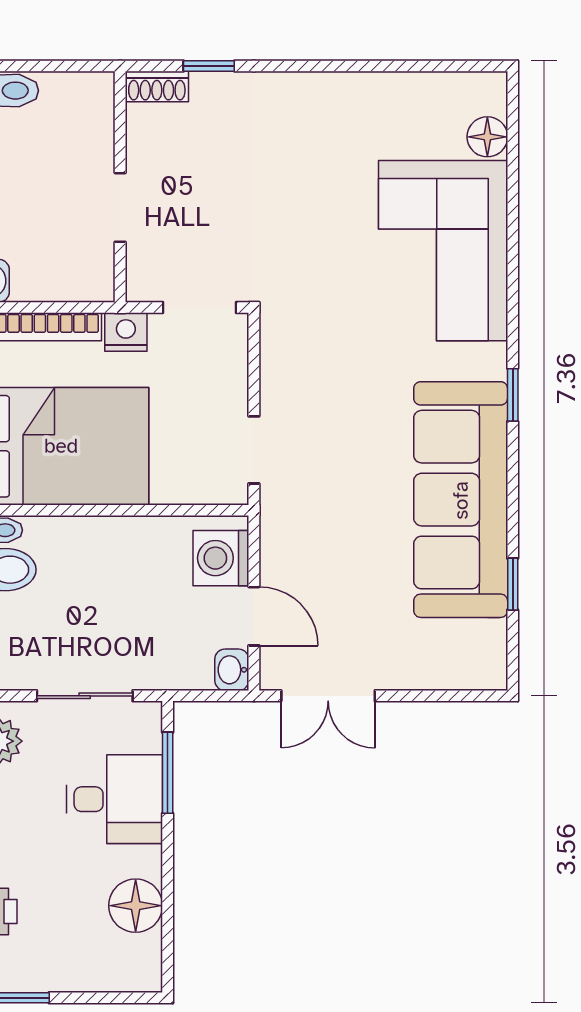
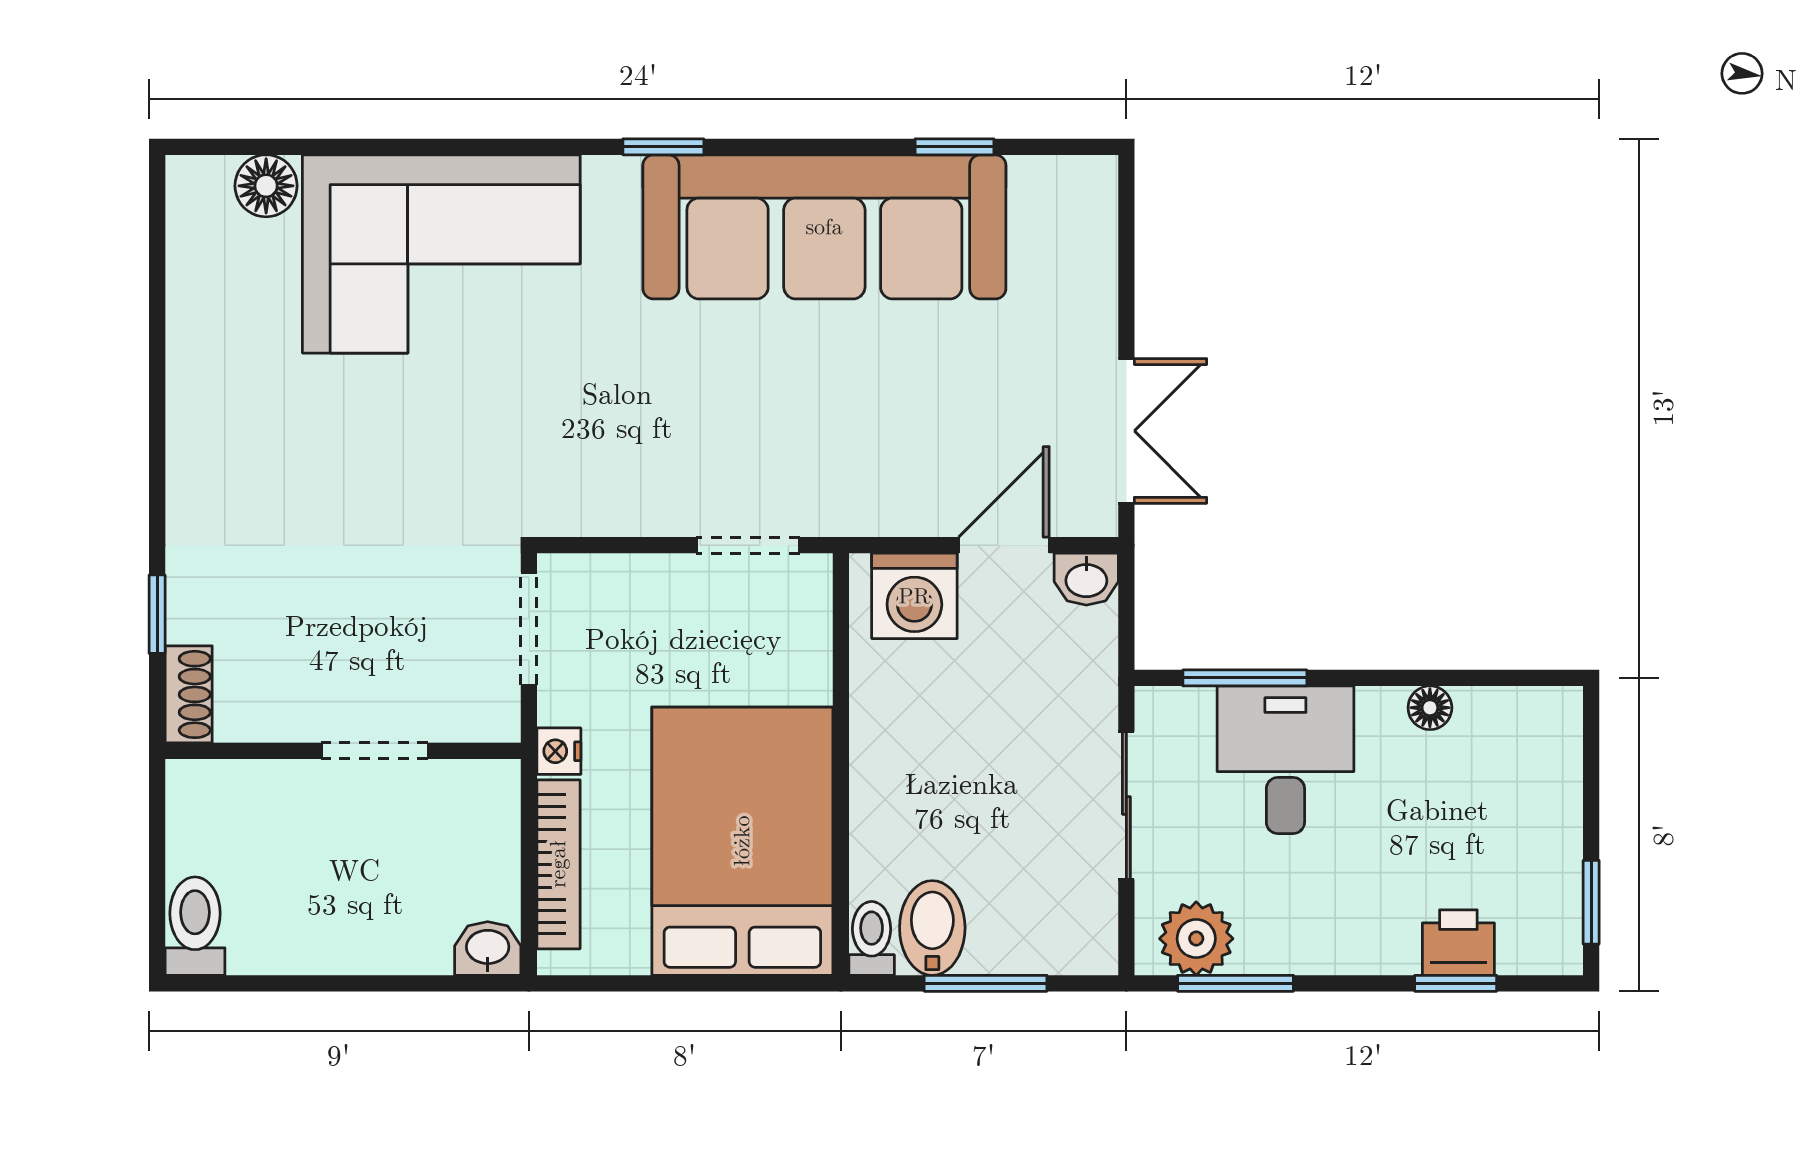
nightstand: (126, 332) -> (559, 751), width x0.72, depth x0.74
floor lamp: (136, 906) -> (1430, 708), width x0.53, depth x0.53

